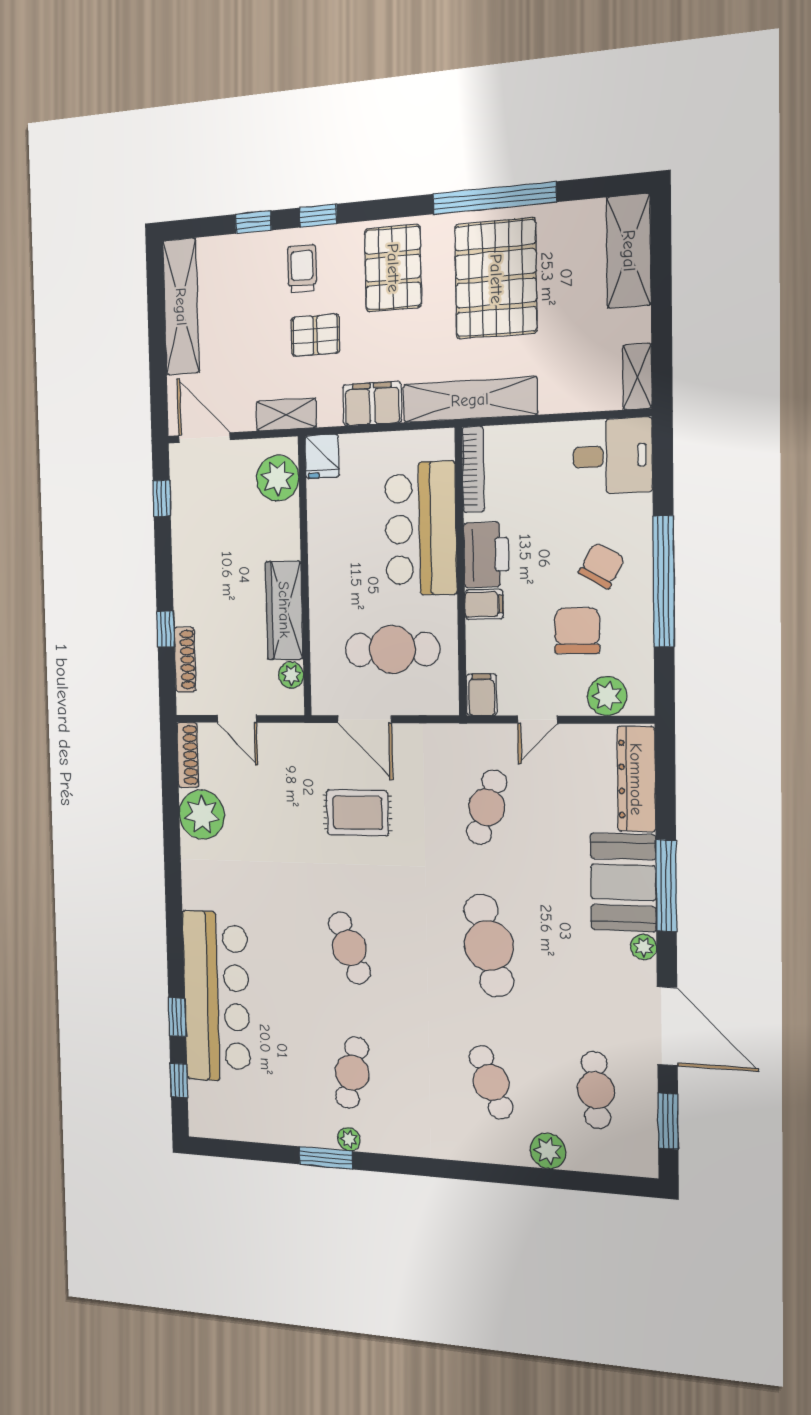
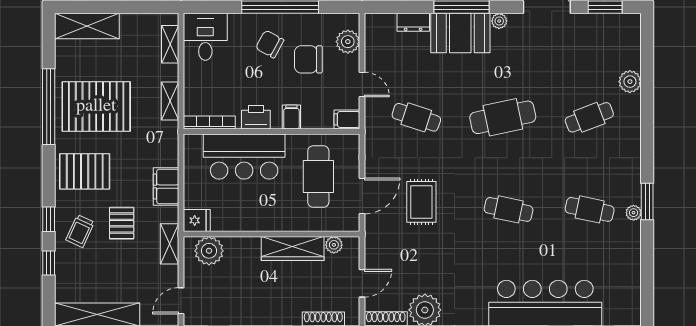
trolley: (302, 269) -> (80, 231), turned -65
shelving: (637, 377) -> (170, 44), moved, turned 90
shelving: (470, 400) -> (170, 101), width x0.45, depth x0.75
door: (204, 438) -> (181, 301), width x0.73
printer: (486, 555) -> (256, 117), width x0.73, depth x0.84
dresser: (636, 779) -> (413, 22), width x0.51, depth x0.80
cafe table: (349, 948) -> (509, 209), turned 33
cafe table: (596, 1090) -> (589, 51), removed
window: (326, 1158) -> (647, 201), moved

